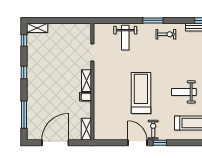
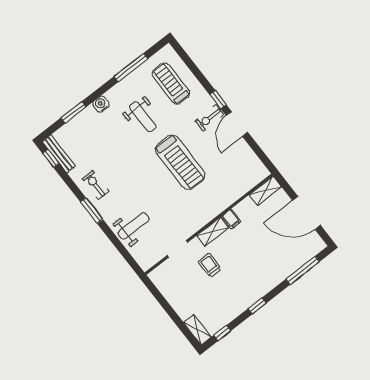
trolley: (68, 64) -> (210, 265), added
treadmill: (141, 93) -> (180, 162), turned -90

